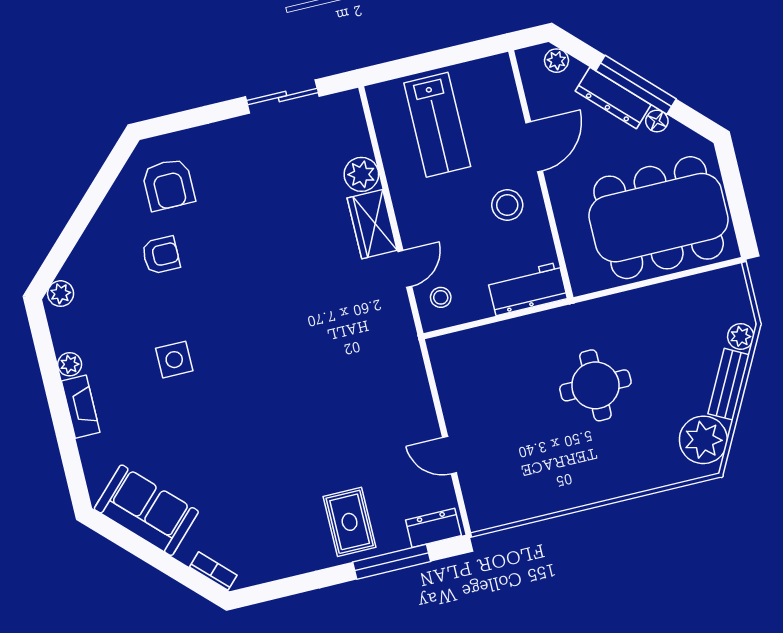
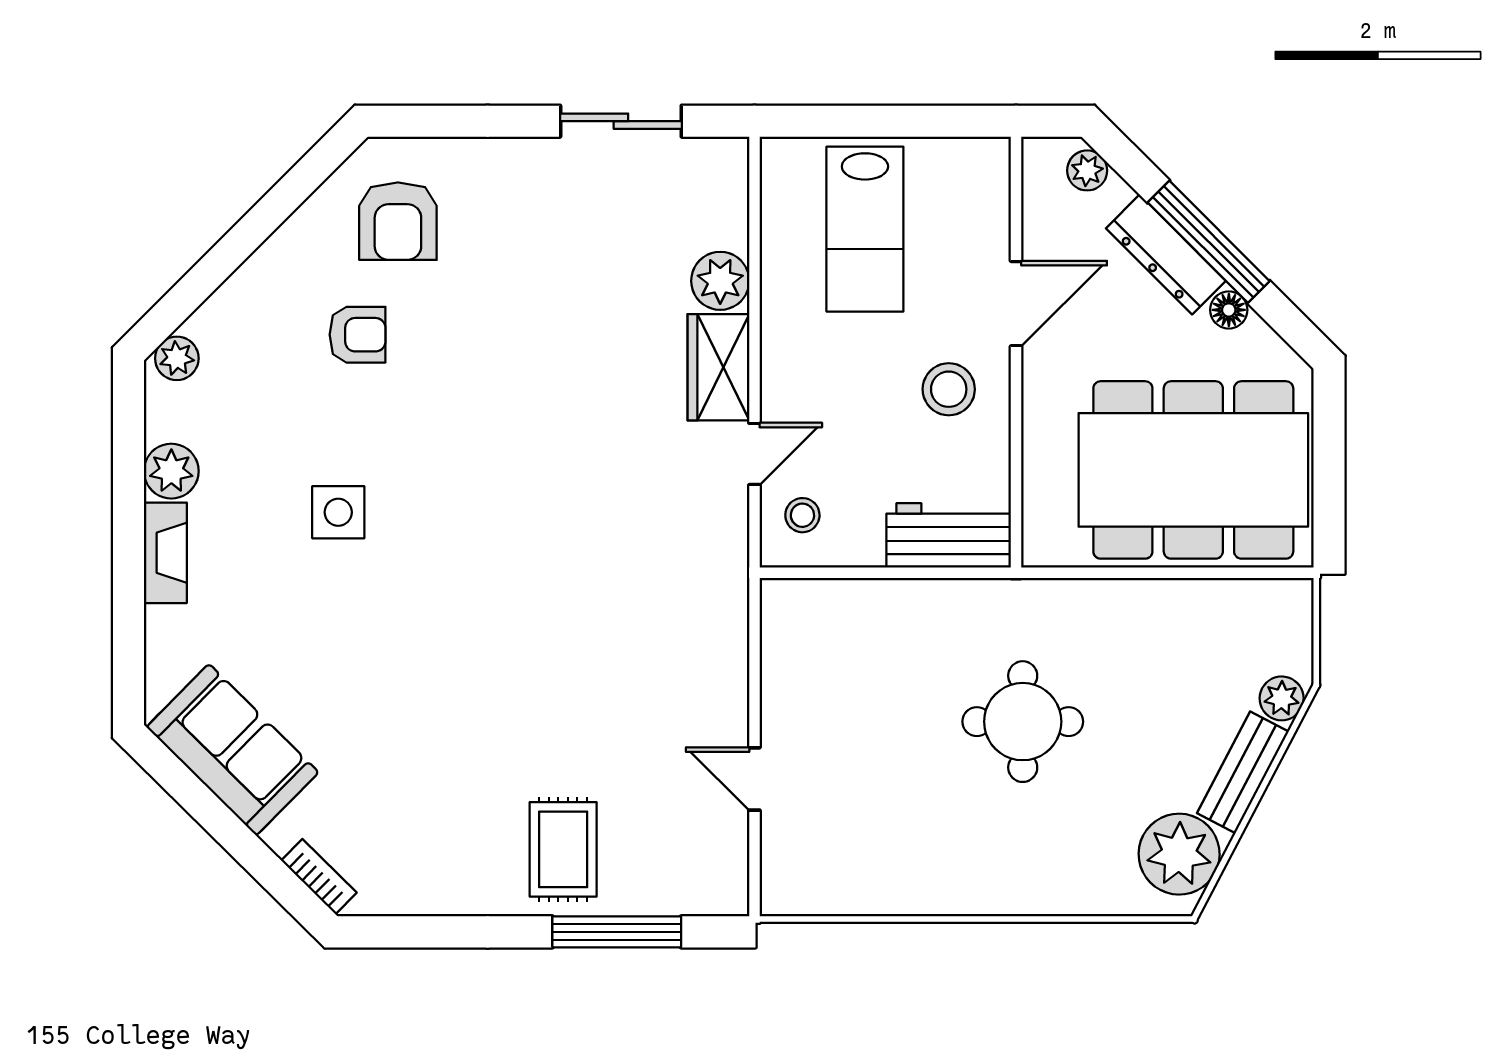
plant: (70, 364) -> (171, 471), width x1.38, depth x1.38
dresser: (433, 528) -> (699, 892), removed

